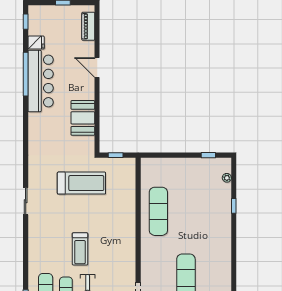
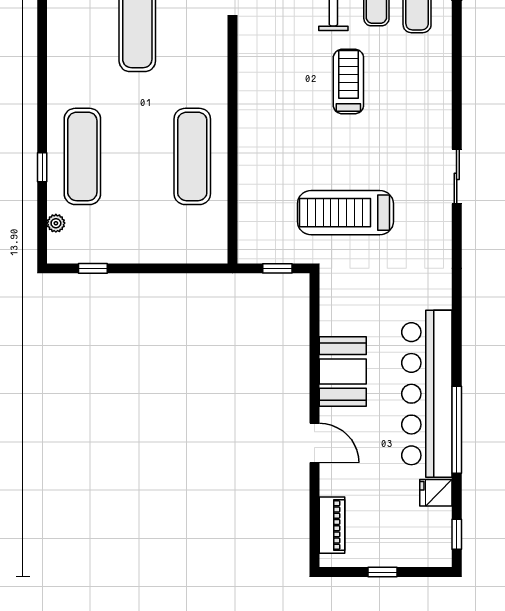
bar counter: (41, 81) -> (427, 394), width x1.36
booth: (83, 118) -> (343, 371), moved
exercise mat: (214, 211) -> (82, 156), added

